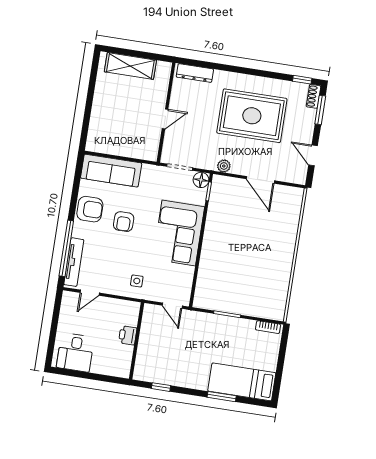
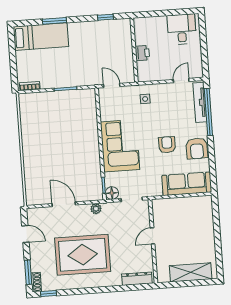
armchair: (90, 209) -> (197, 148), turned -91

